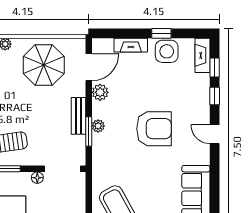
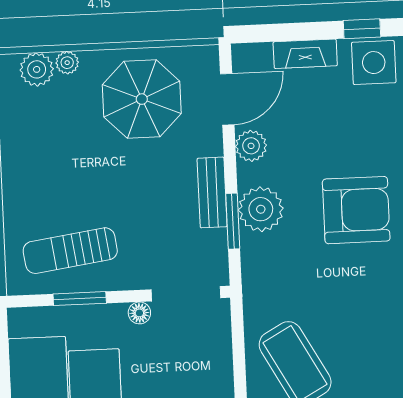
plant: (98, 126) -> (261, 209), width x1.87, depth x1.87

